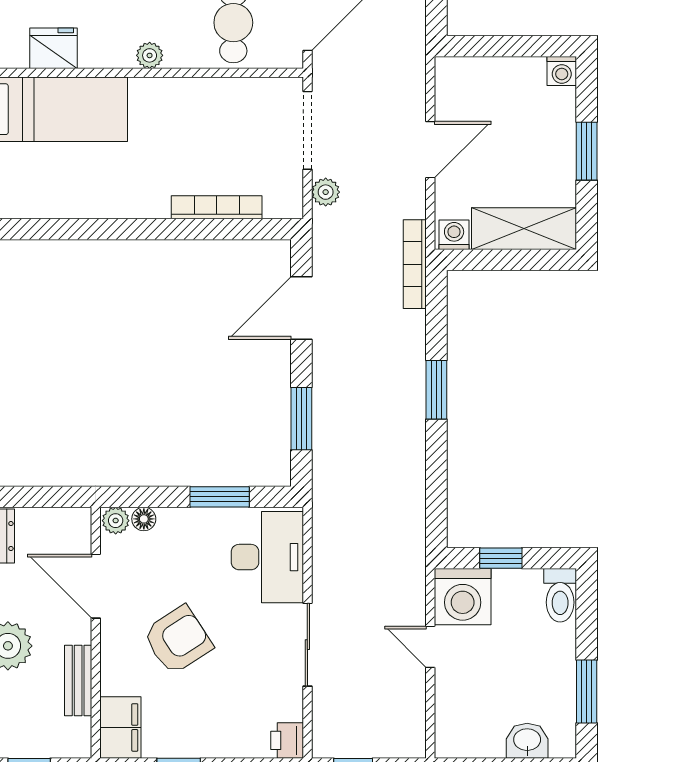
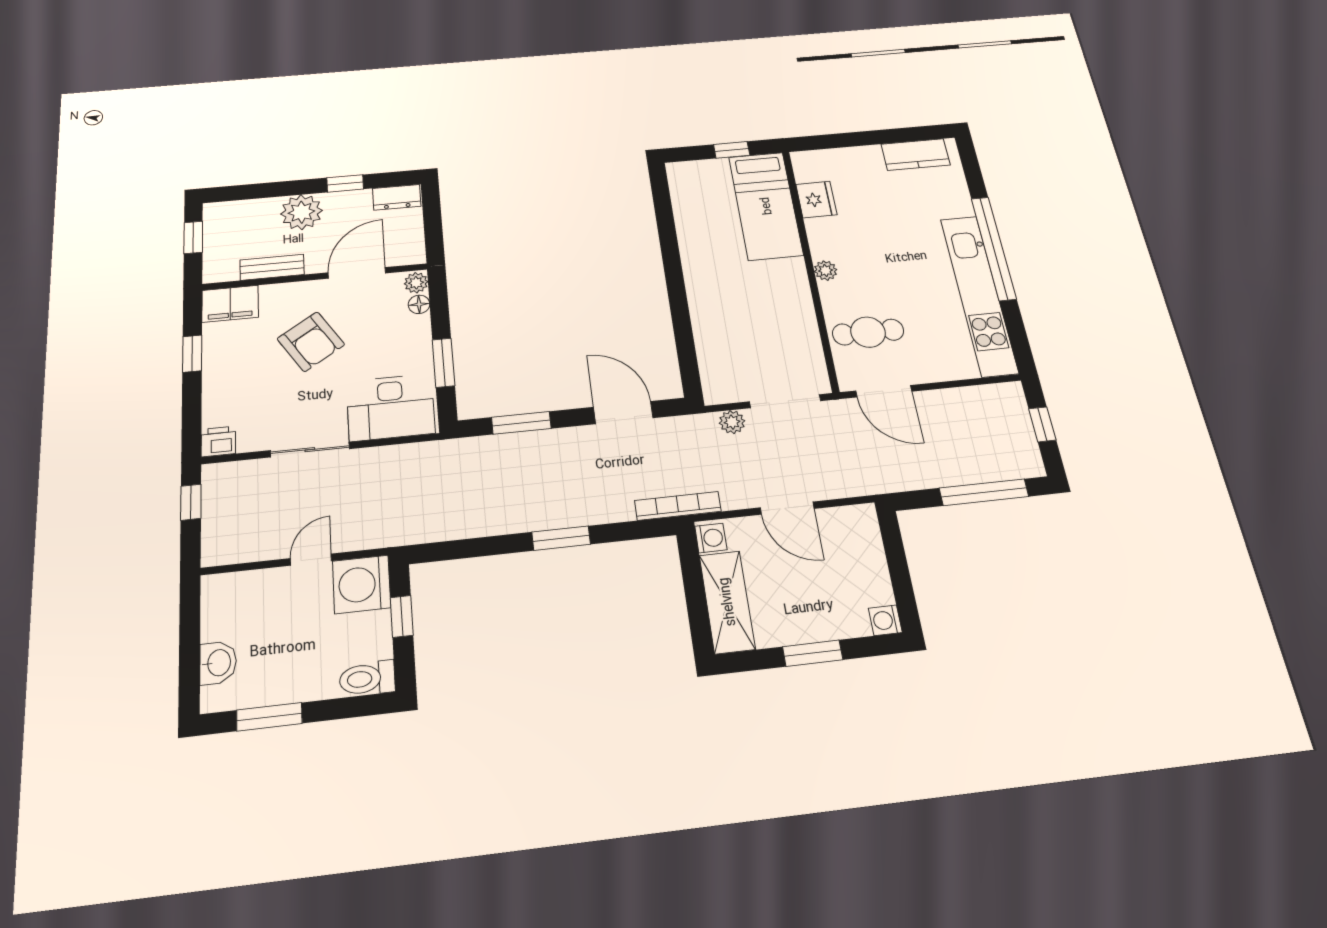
bookcase: (217, 207) -> (703, 335), removed

